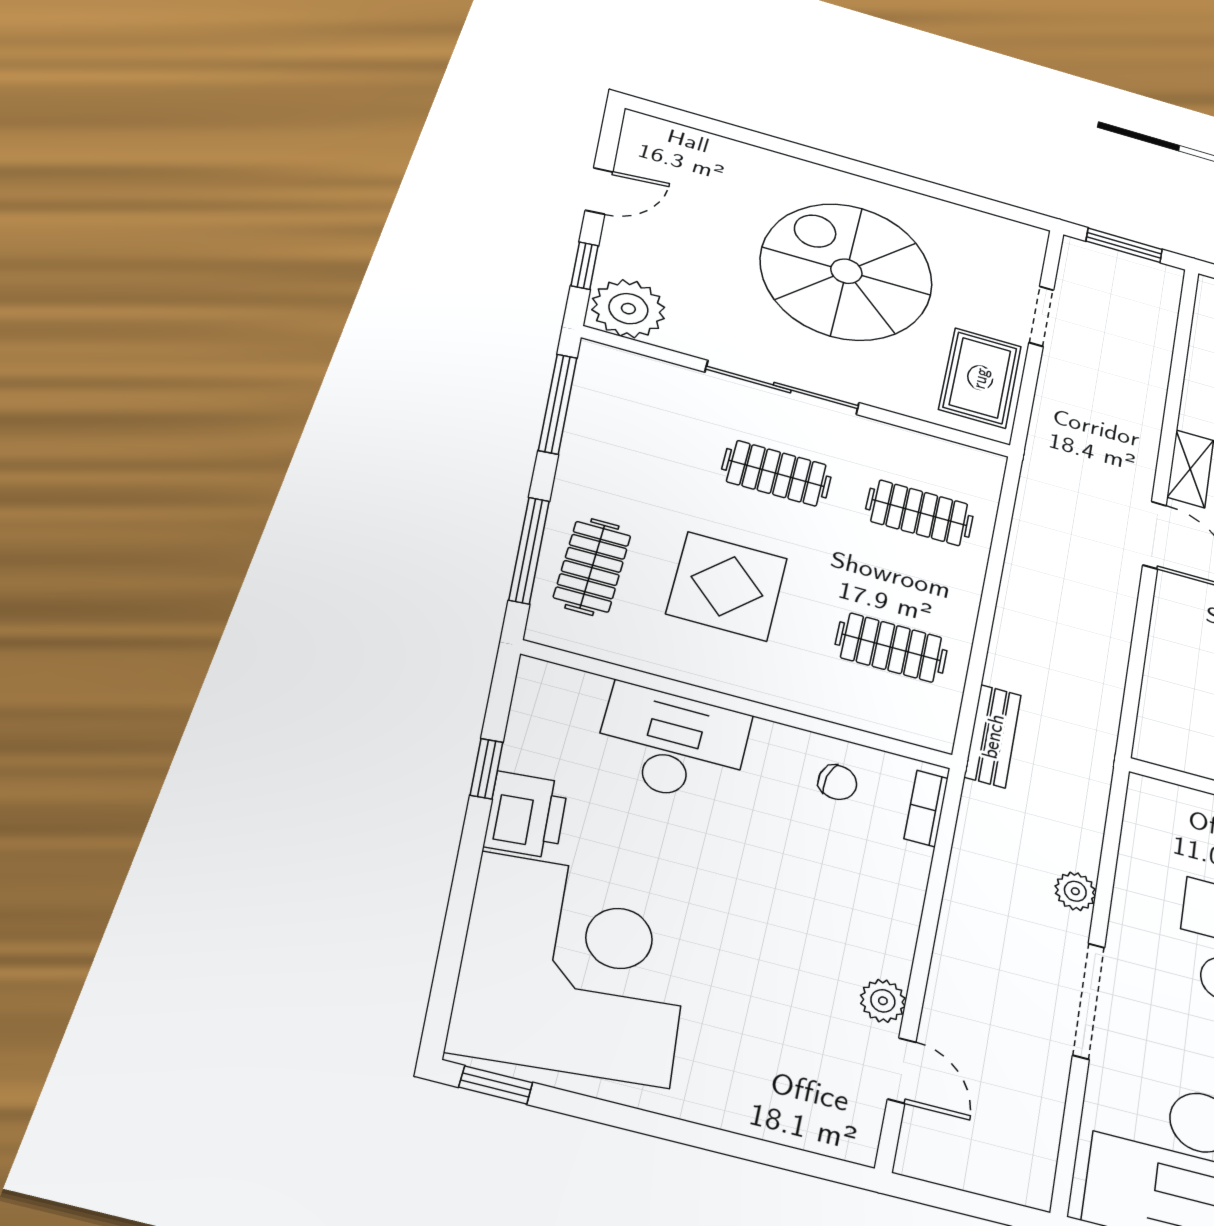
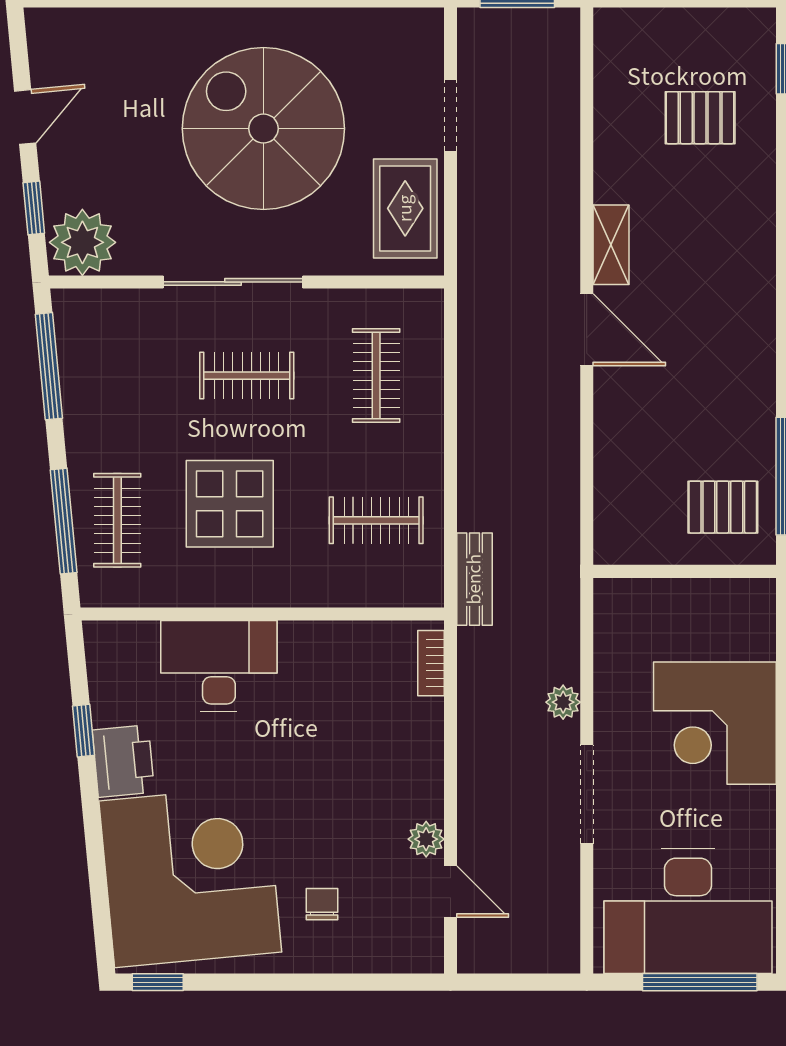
clothes rail: (919, 513) -> (376, 376), turned 90
chair: (837, 782) -> (322, 904), moved, turned -103

